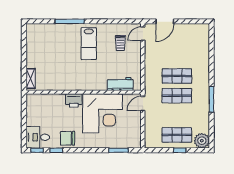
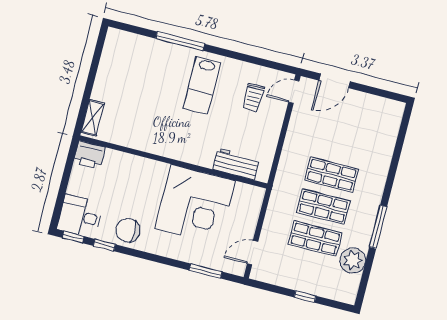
printer: (74, 100) -> (89, 155), moved
door: (143, 103) -> (253, 253), moved
shop shelf: (177, 135) -> (315, 239), moved
plant: (202, 141) -> (353, 261), moved

